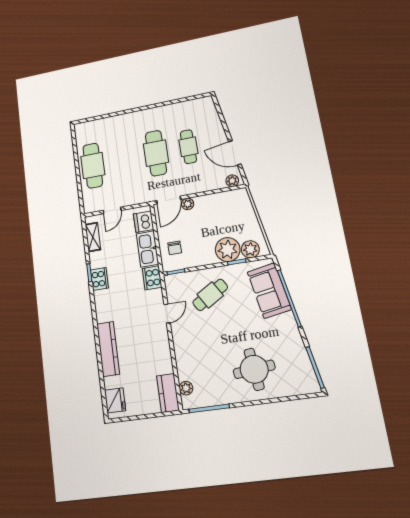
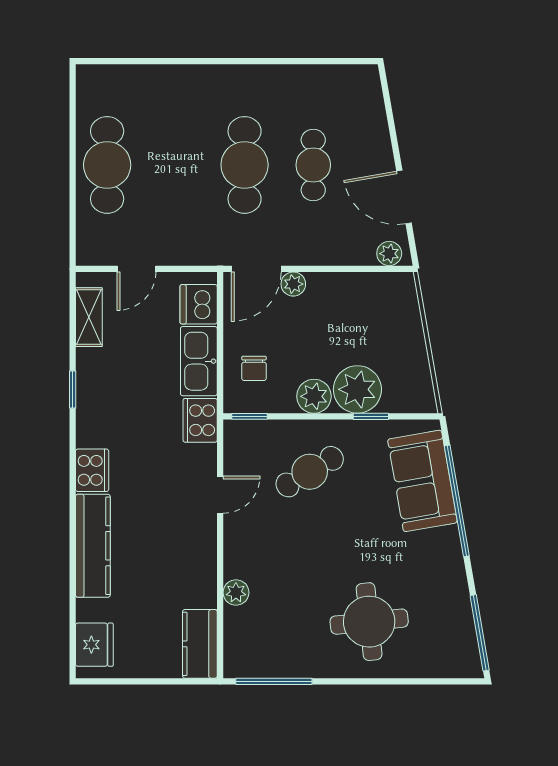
plant: (250, 249) -> (314, 396), moved
cooker: (99, 279) -> (92, 470), moved
plant: (186, 388) -> (236, 593), moved

